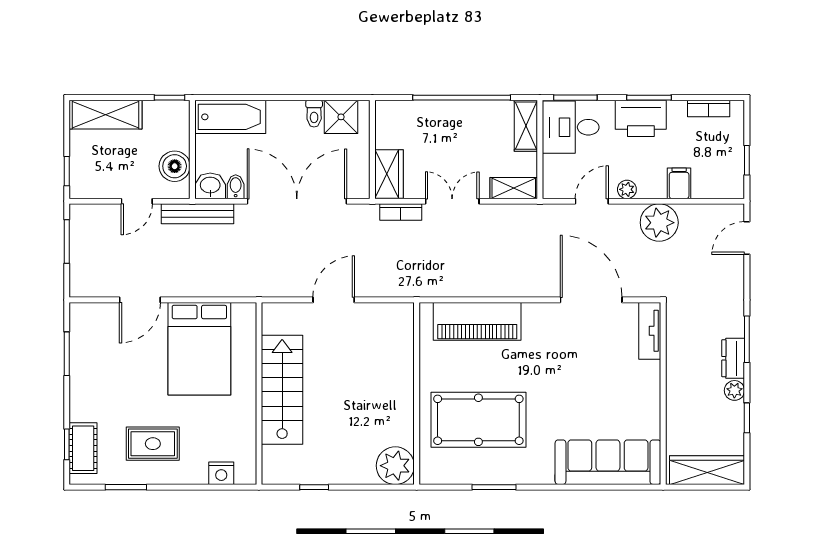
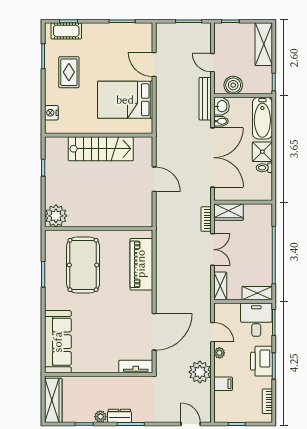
shower: (341, 117) -> (262, 152), moved

